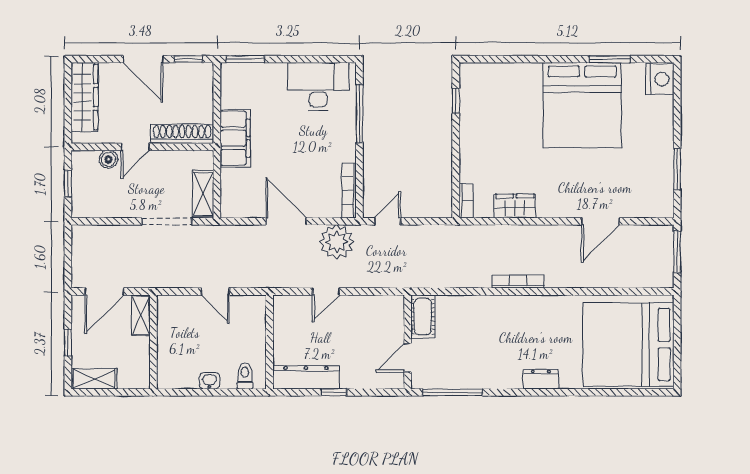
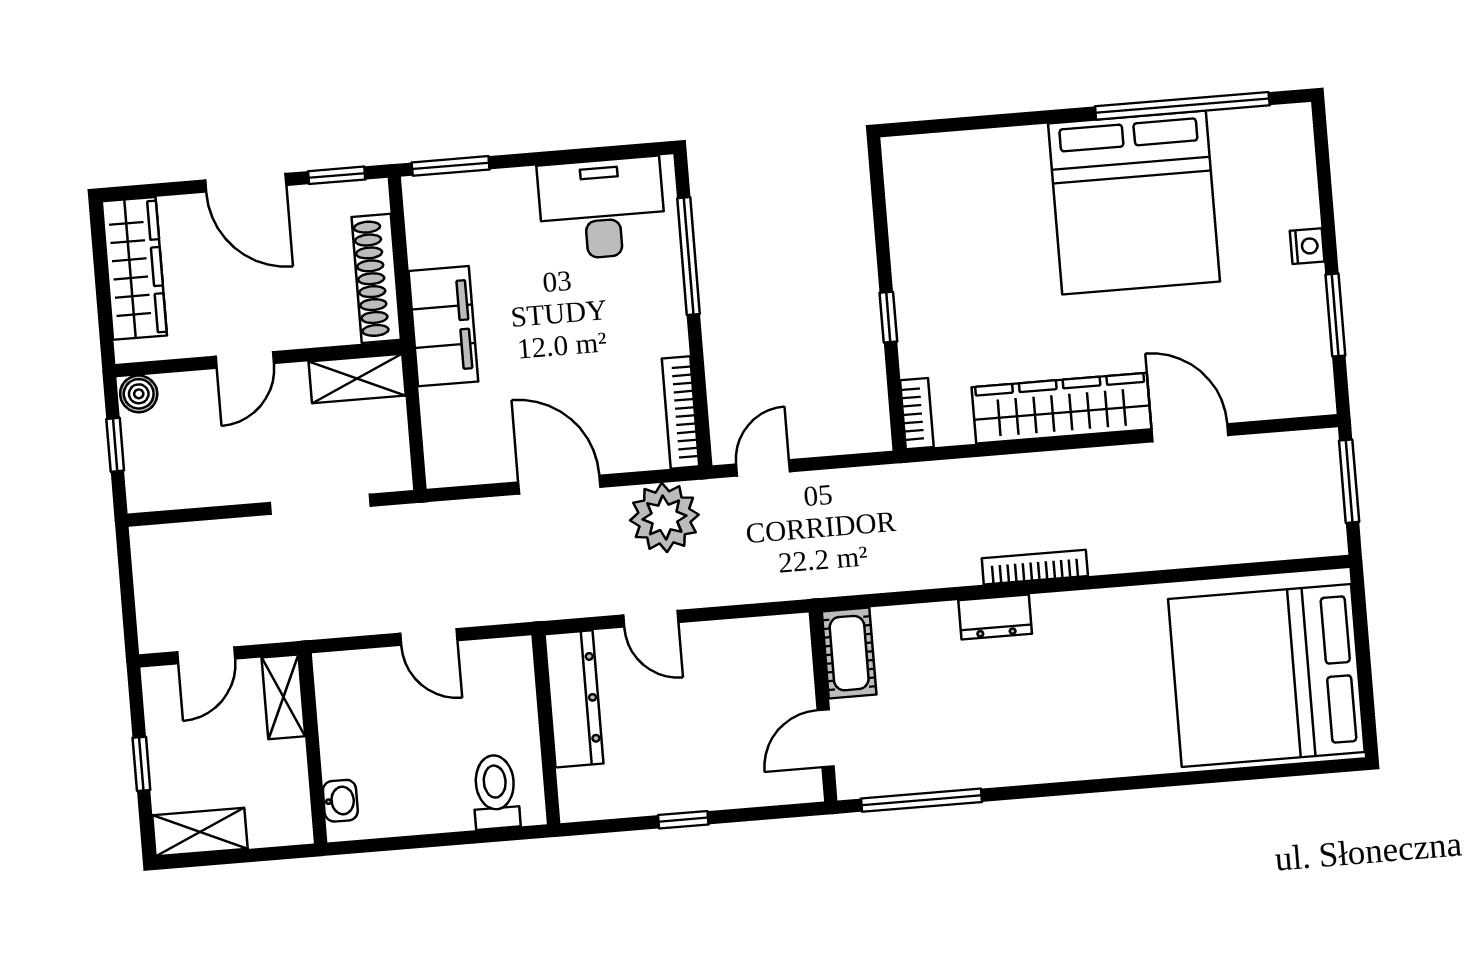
window: (610, 59) -> (1182, 106), width x2.11
nightstand: (660, 79) -> (1307, 246), moved, width x0.53, depth x0.56
window: (456, 101) -> (888, 317), moved
shoe rack: (182, 134) -> (376, 278), moved, turned -90
boiler: (108, 159) -> (139, 394), moved
shelving: (203, 194) -> (357, 379), moved, turned 90
wardrobe: (515, 206) -> (1061, 408), width x2.10, depth x1.17
door: (600, 221) -> (1190, 433), swing flipped
door: (104, 292) -> (206, 655), width x0.73
door: (326, 292) -> (651, 619), hinge flipped
toilet: (245, 376) -> (496, 792), width x1.37, depth x1.39
dresser: (306, 377) -> (574, 699), moved, turned 90
dresser: (541, 379) -> (995, 617), moved, turned 180
washbasin: (209, 381) -> (340, 801), moved, turned 90

